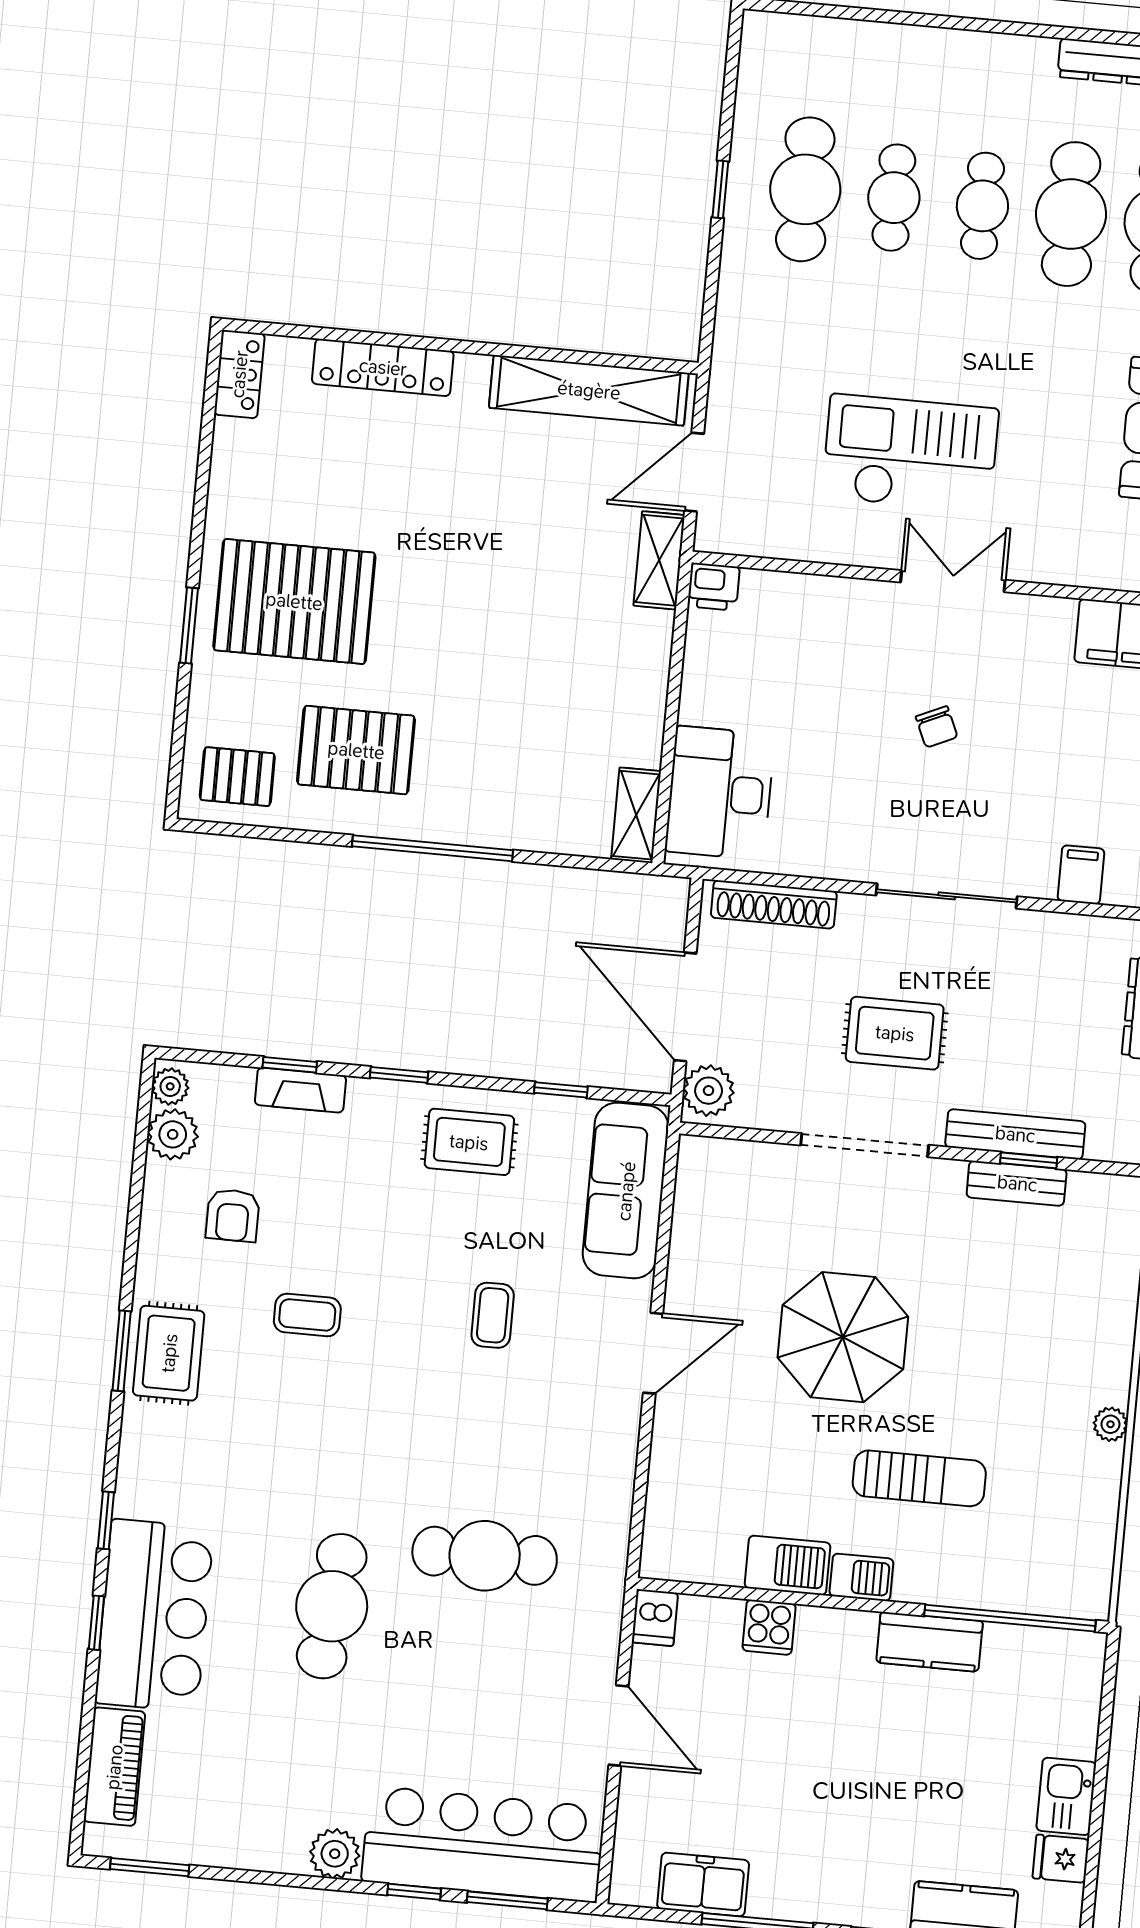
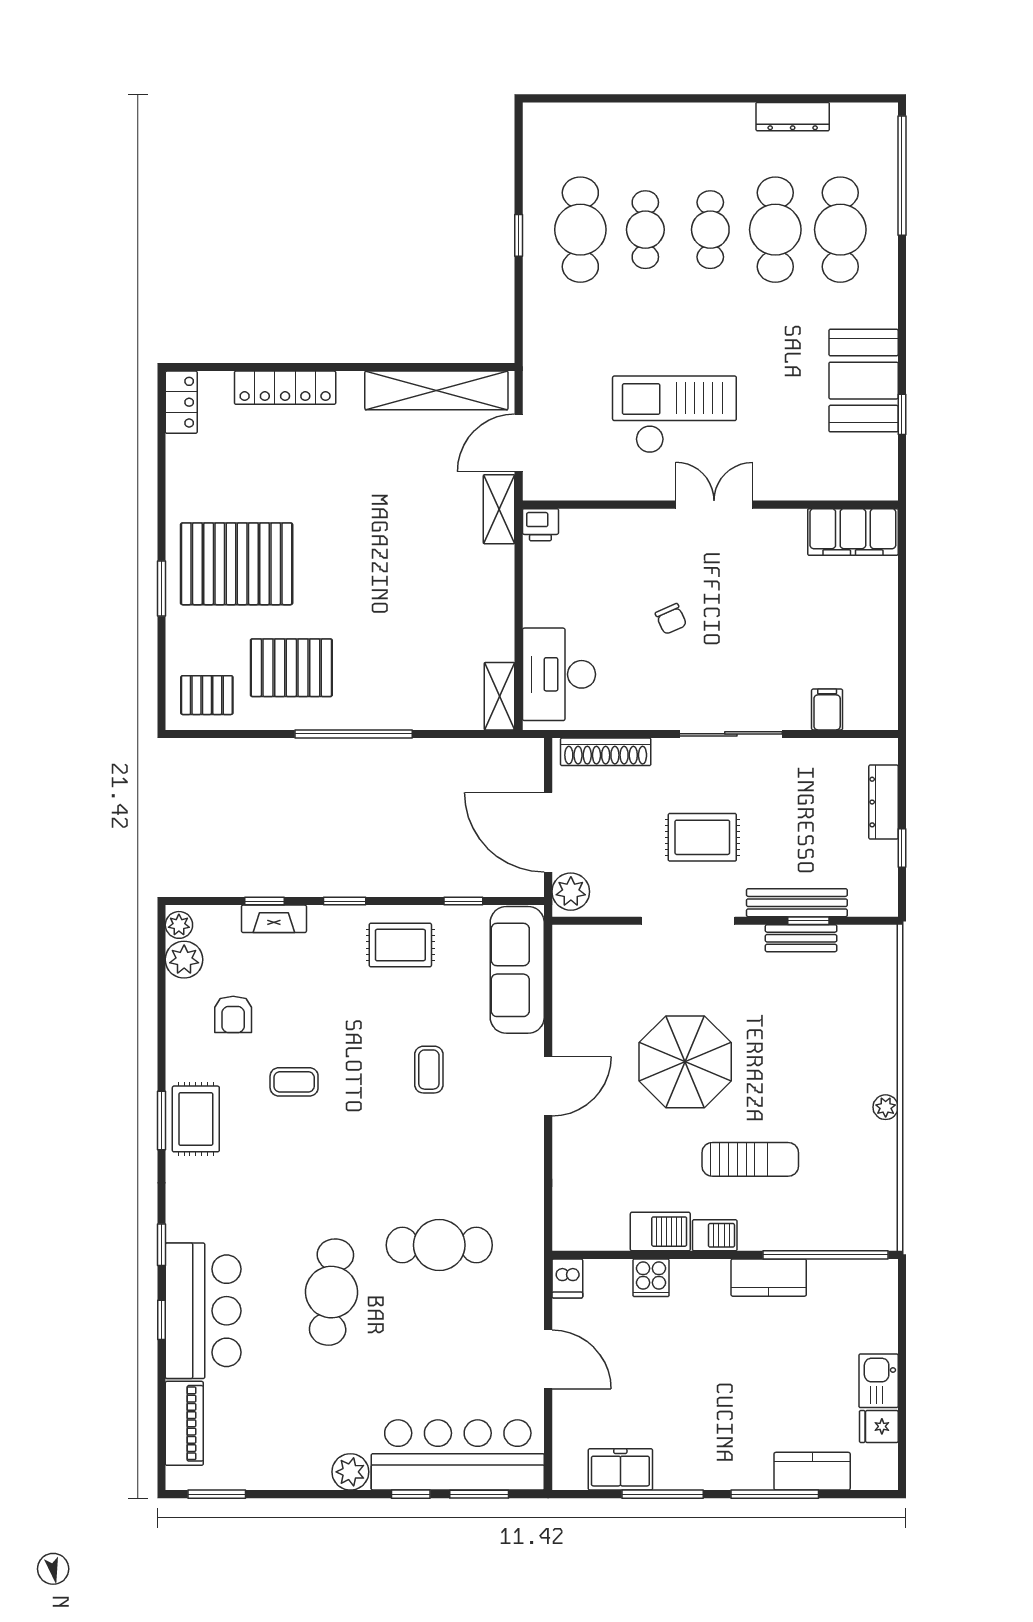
chair: (937, 727) -> (671, 619), moved

